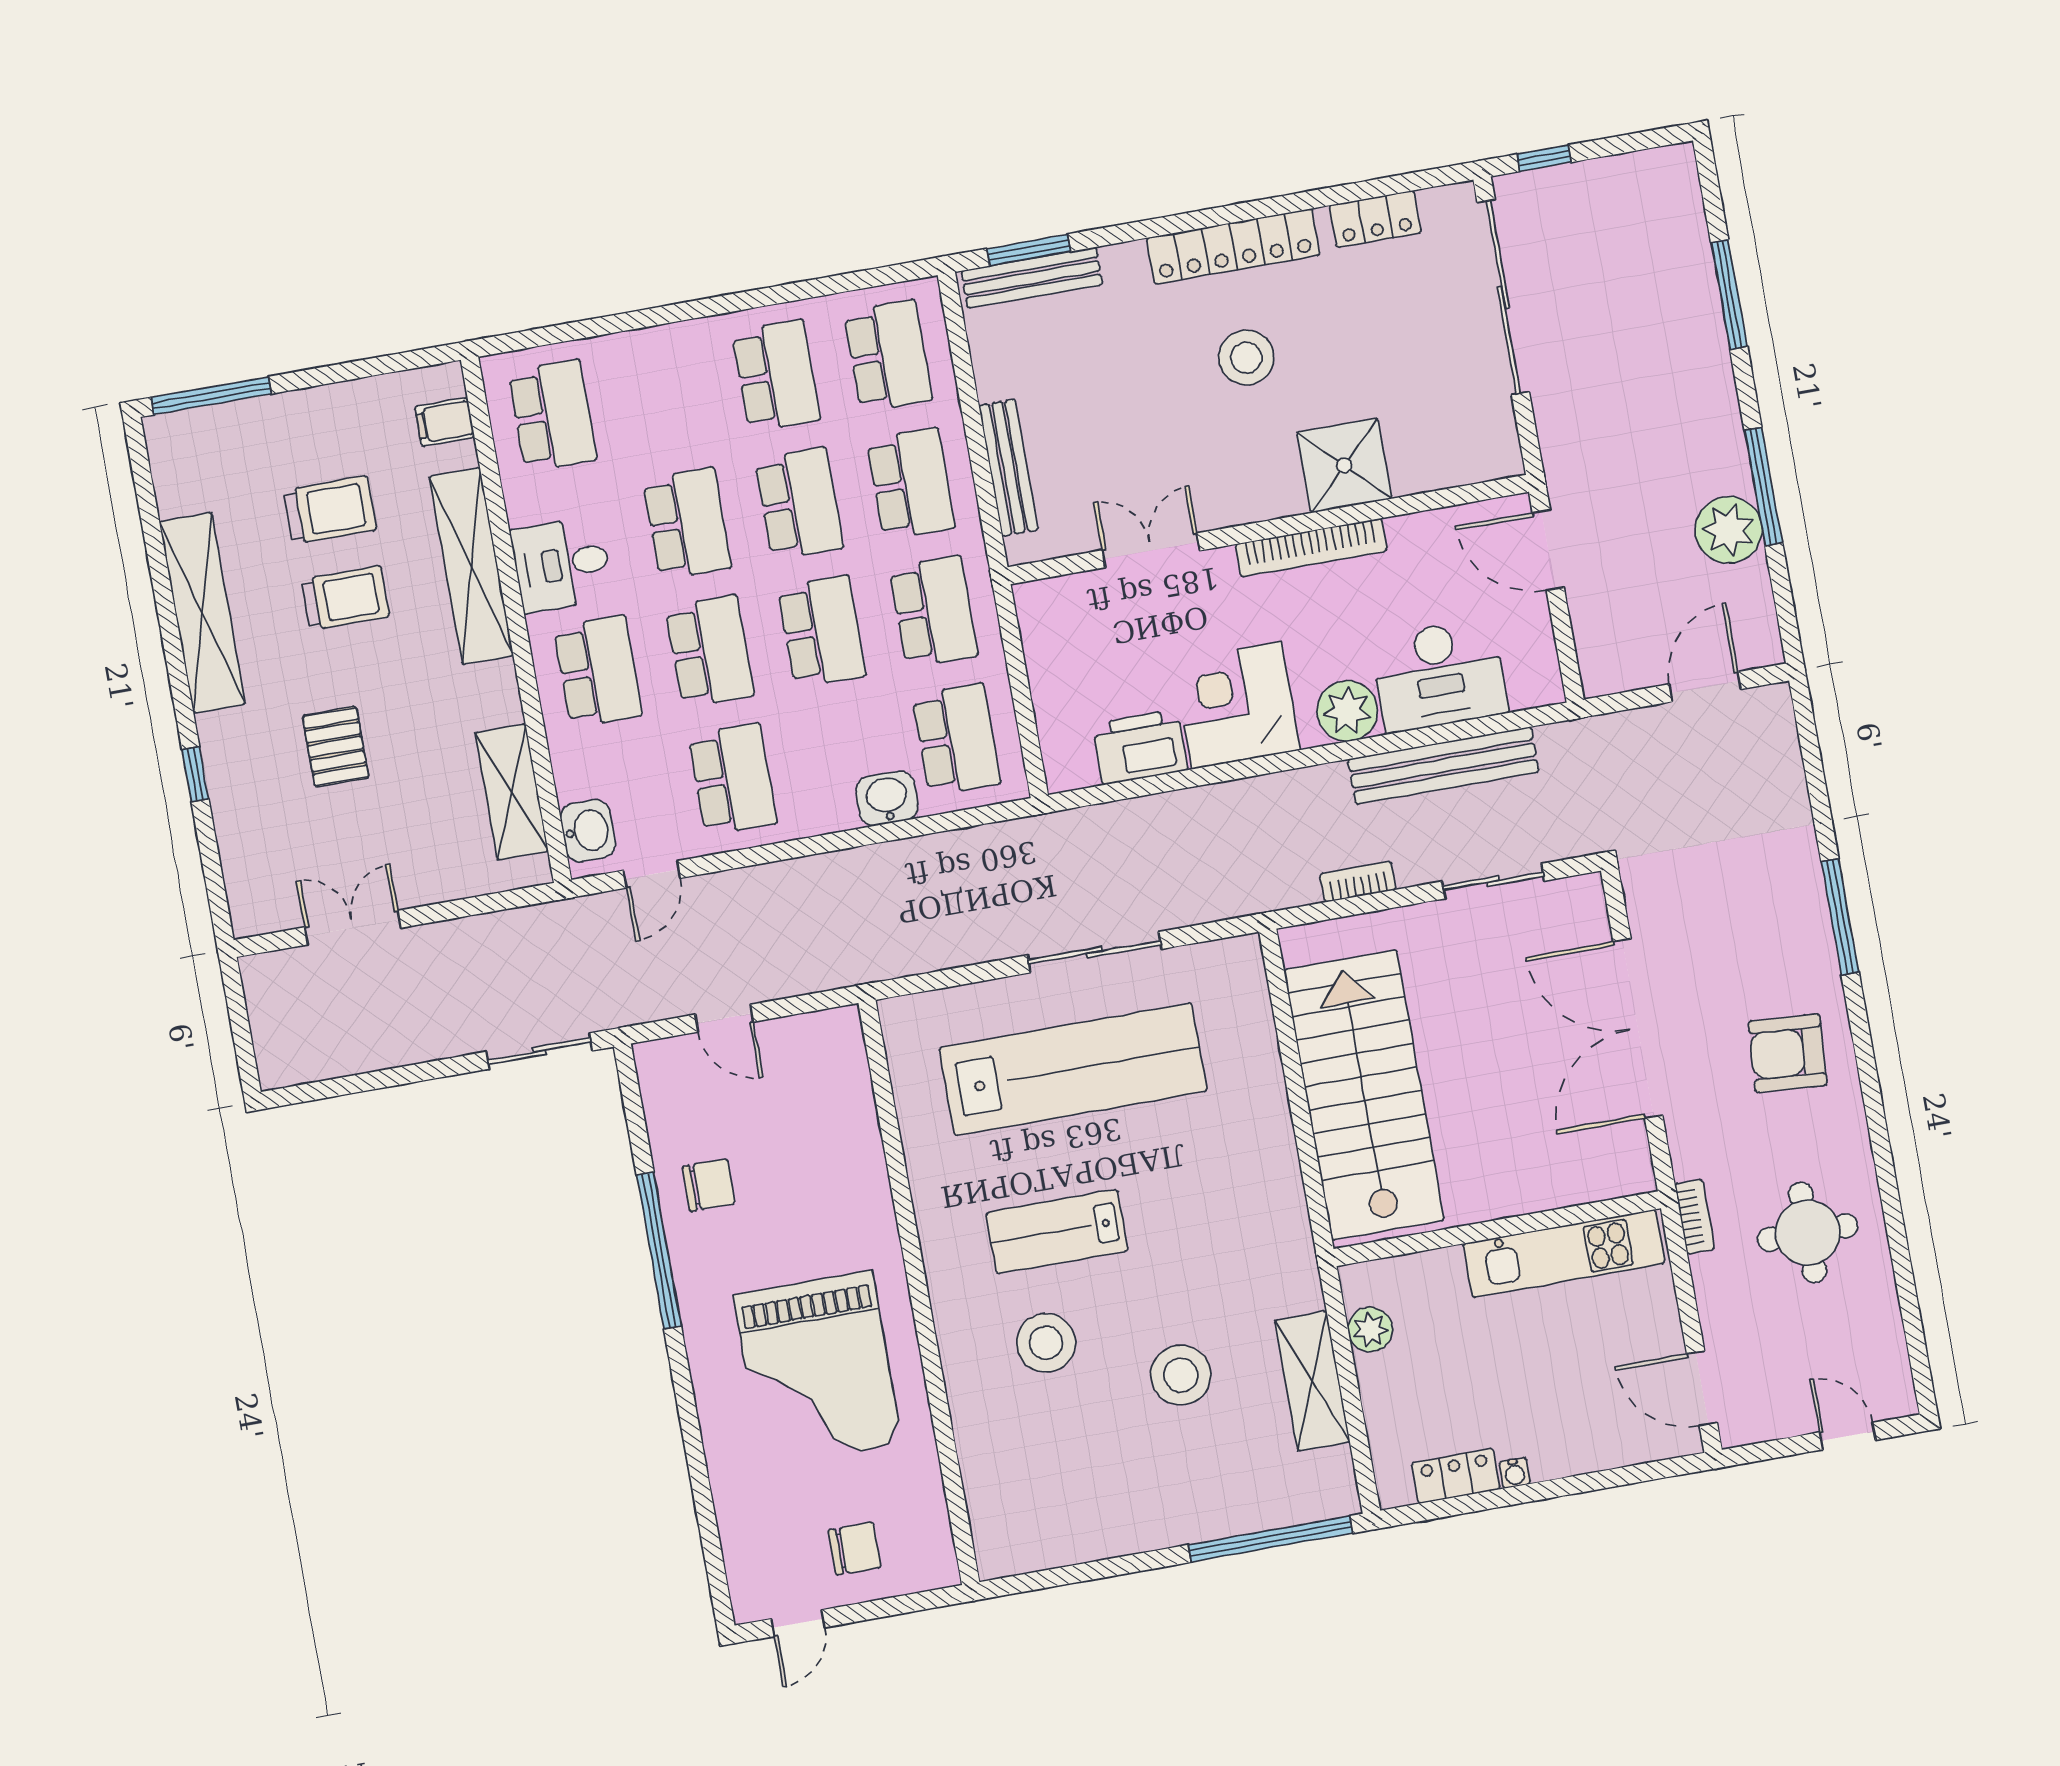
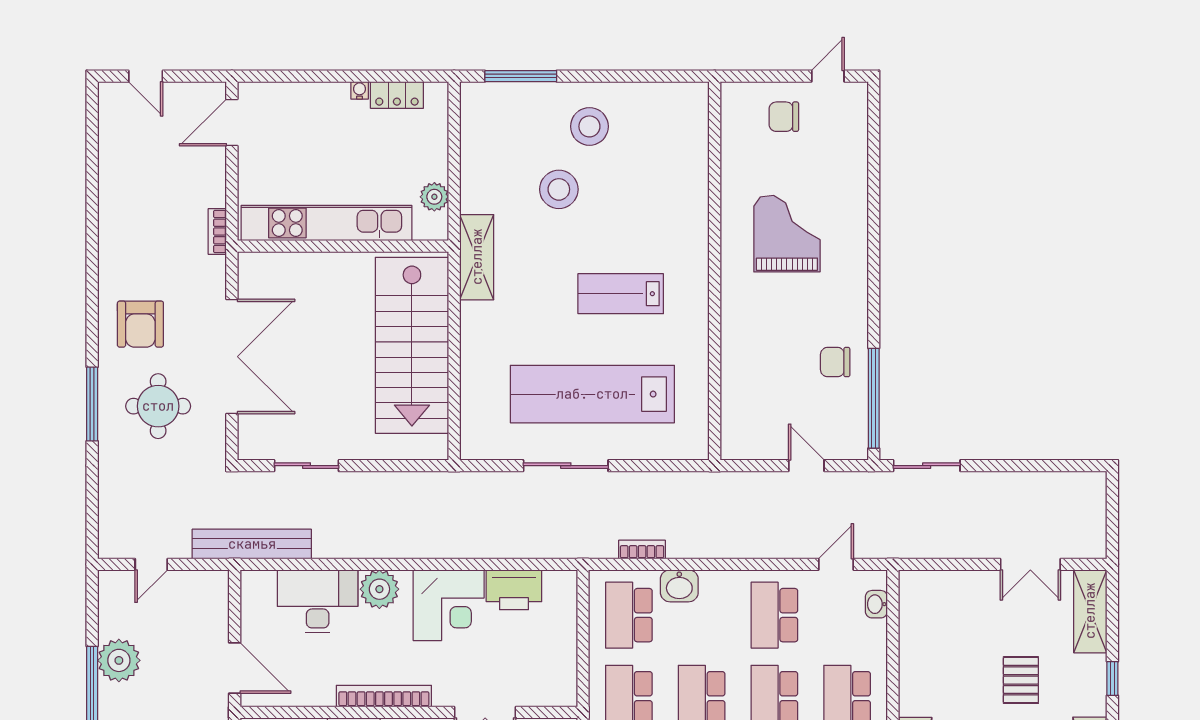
door: (1705, 687) -> (151, 564), width x0.73
bench: (1443, 766) -> (252, 544), moved
shelving: (512, 792) -> (1090, 611), moved
washbasin: (588, 831) -> (876, 604), width x0.72, depth x0.69
bookcase: (1358, 882) -> (642, 549), moved, turned 180
armchair: (1788, 1053) -> (140, 324), turned 86
lab bench: (1057, 1232) -> (621, 294), turned 180
round table: (1808, 1233) -> (158, 406), moved
window: (659, 1251) -> (874, 398), moved
kitchen unit: (1564, 1253) -> (327, 223), width x1.36
stool: (1046, 1343) -> (589, 126), moved
grand piano: (818, 1370) -> (787, 234), width x0.73, depth x0.68
shelving: (1312, 1381) -> (477, 257), moved
door: (1702, 1388) -> (232, 123), swing flipped
window: (1270, 1539) -> (521, 76), width x0.68

